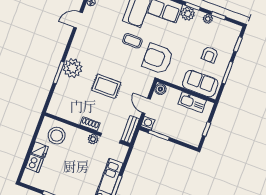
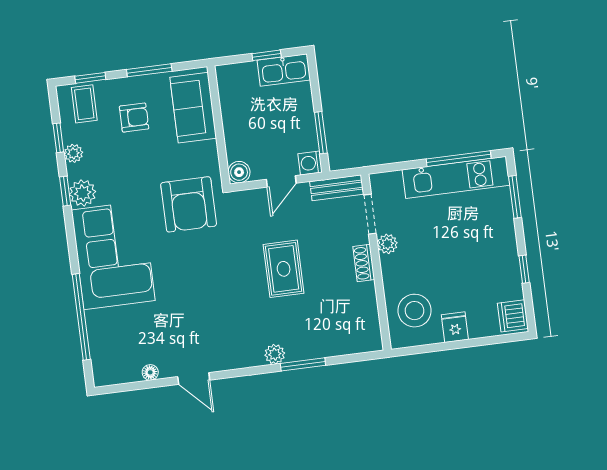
coffee table: (132, 41) -> (84, 104), moved
plant: (73, 68) -> (275, 354), width x0.53, depth x0.53
kitchen sink: (192, 102) -> (284, 70), moved, turned 90
dishwasher: (34, 163) -> (513, 316), moved, turned -90

